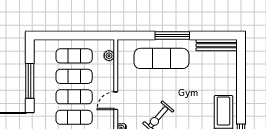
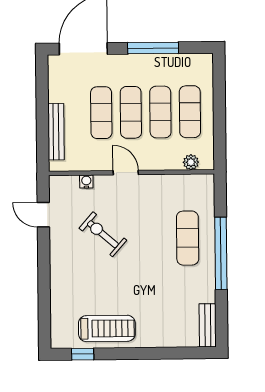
window: (172, 36) -> (221, 253), width x1.46
bench: (217, 45) -> (208, 325), width x0.73
exercise mat: (161, 58) -> (188, 238), width x0.73, depth x0.69

